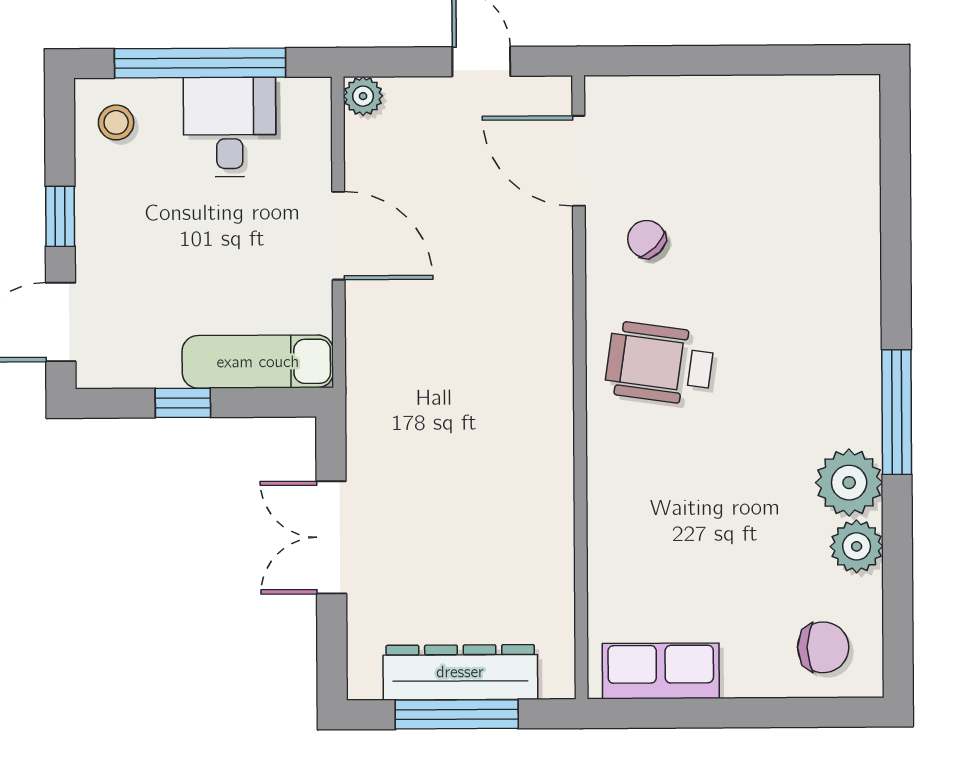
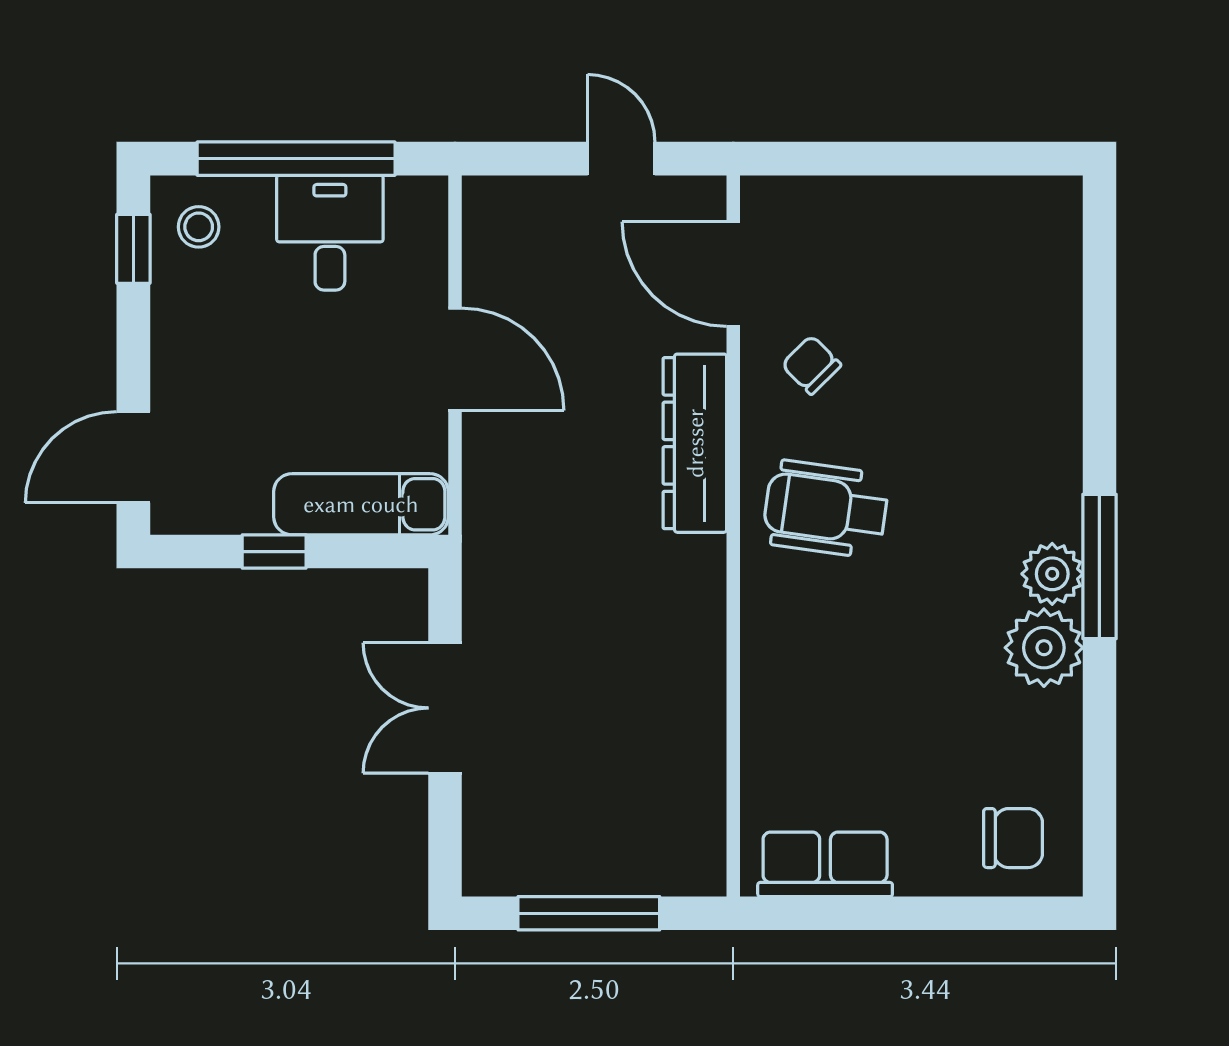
plant: (363, 96) -> (484, 198), removed
window: (60, 216) -> (133, 249), moved
plant: (857, 546) -> (1052, 574), moved
dresser: (460, 672) -> (695, 443), moved, turned -90

